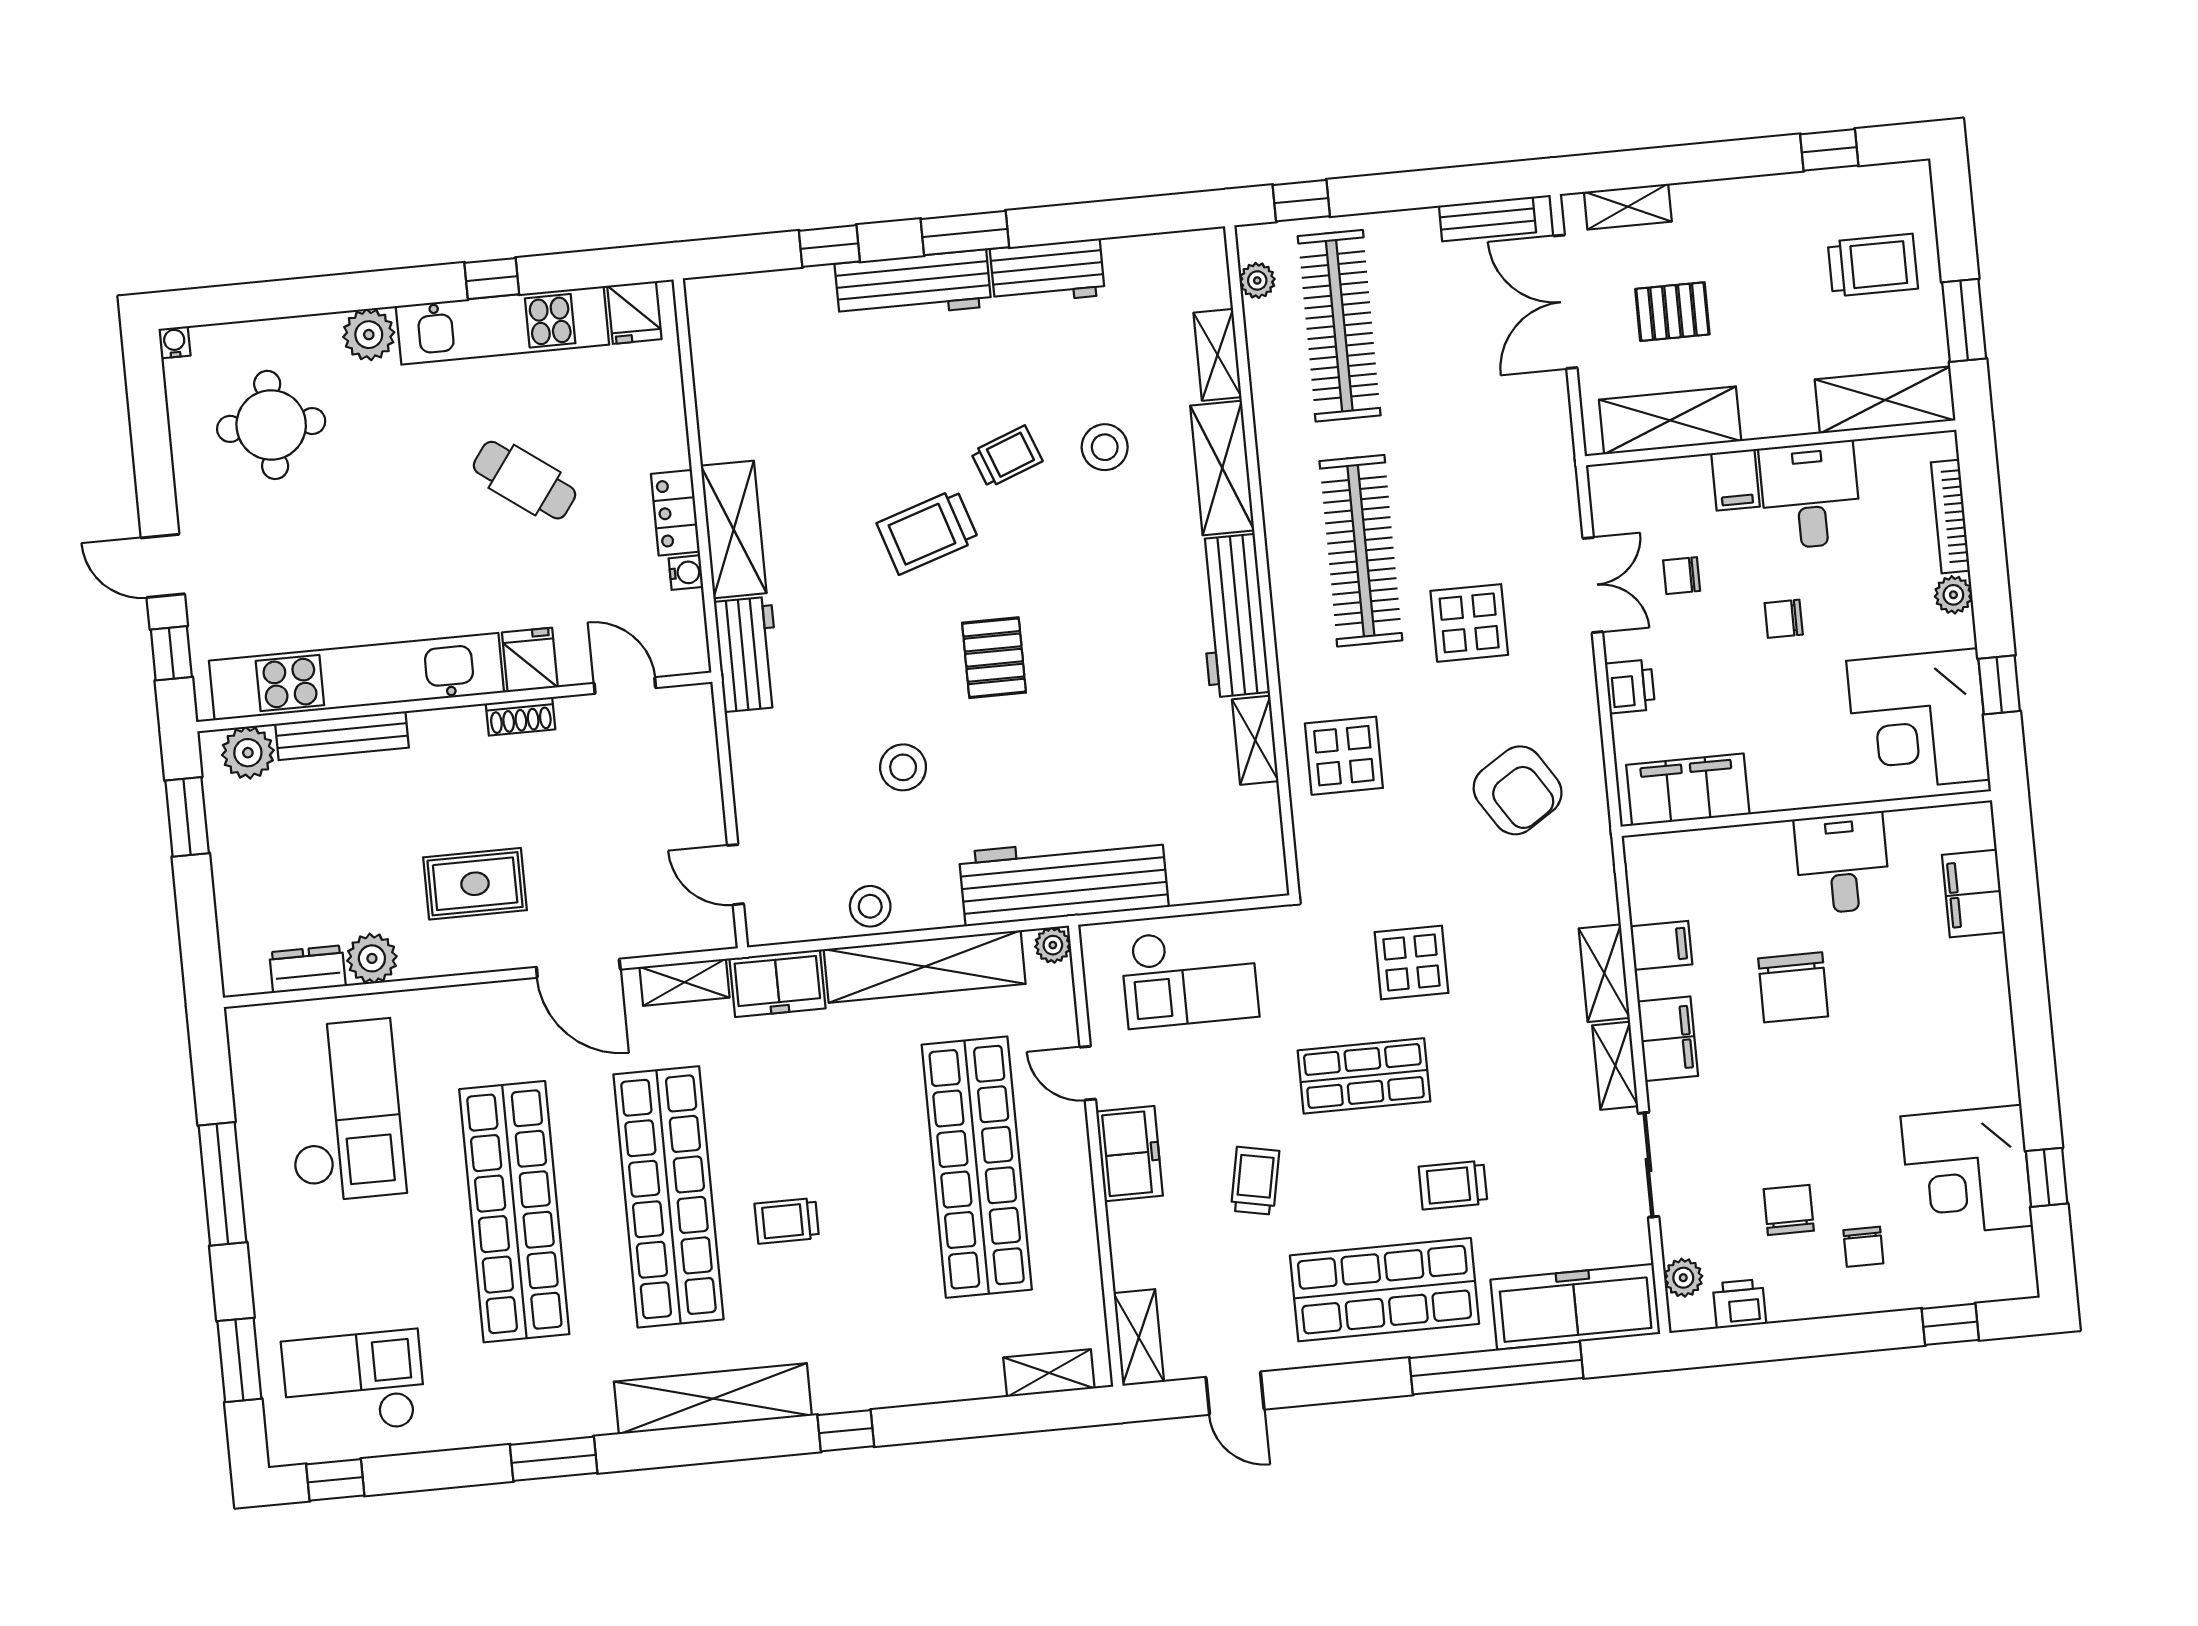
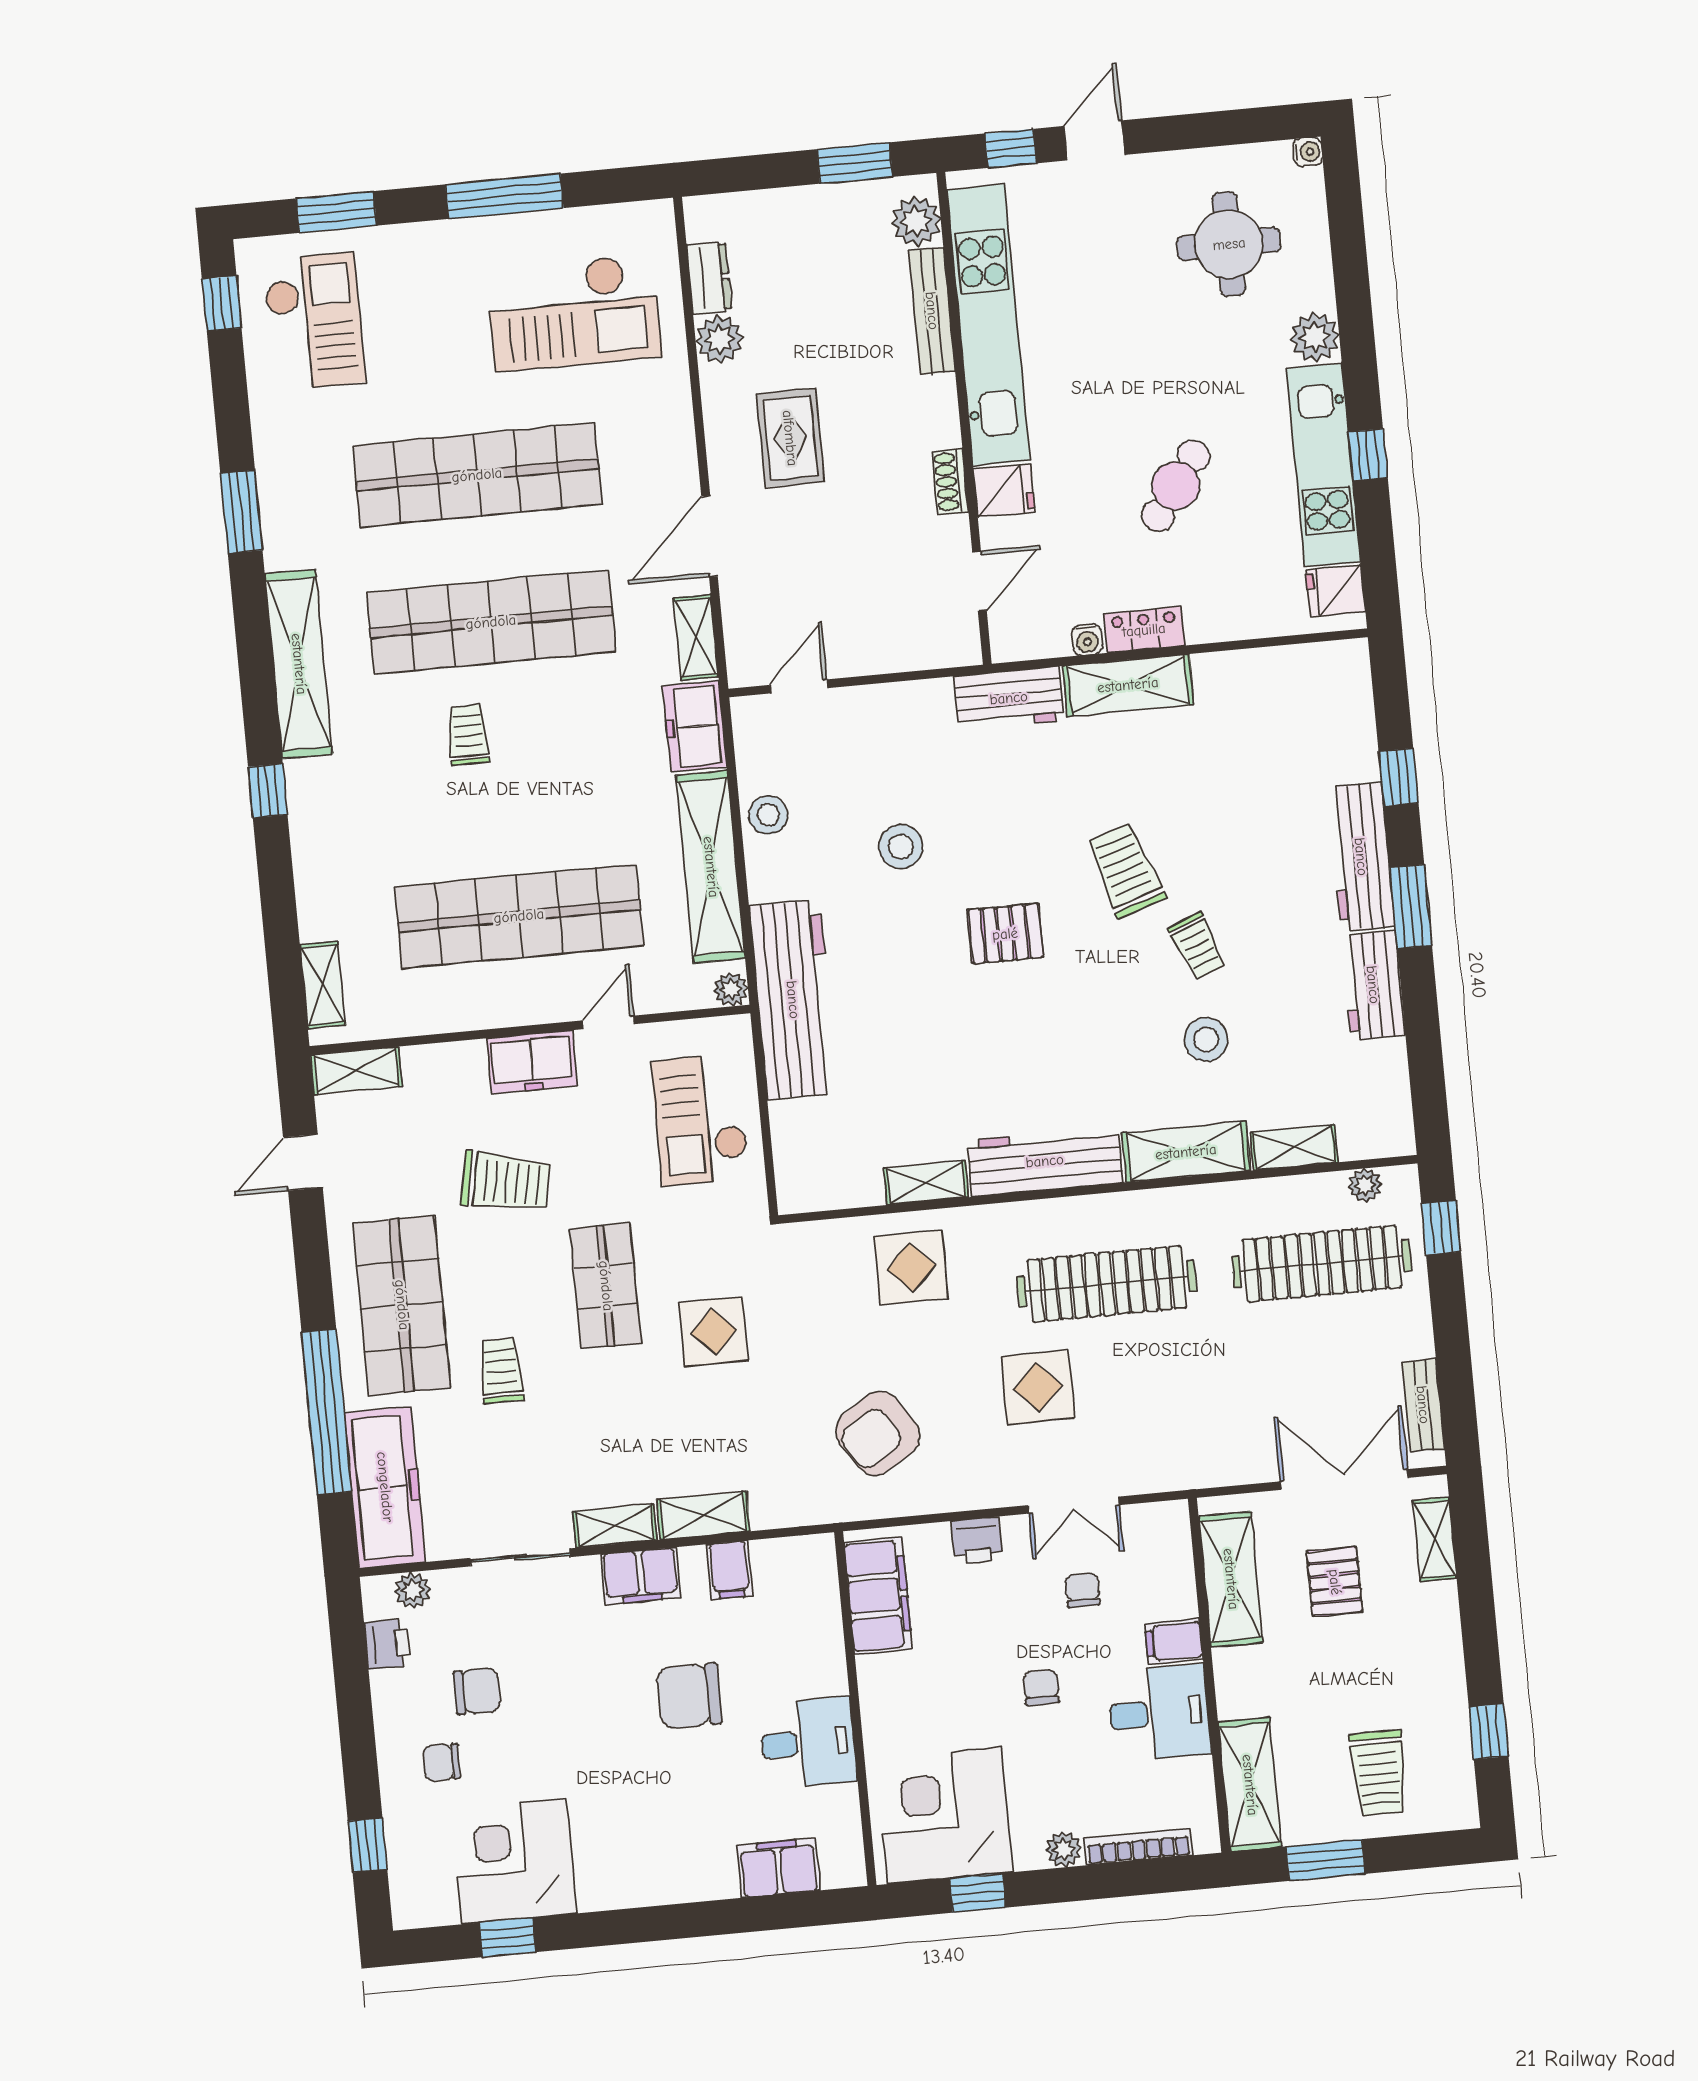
trolley: (1255, 1181) -> (506, 1182), width x1.36, depth x1.39

